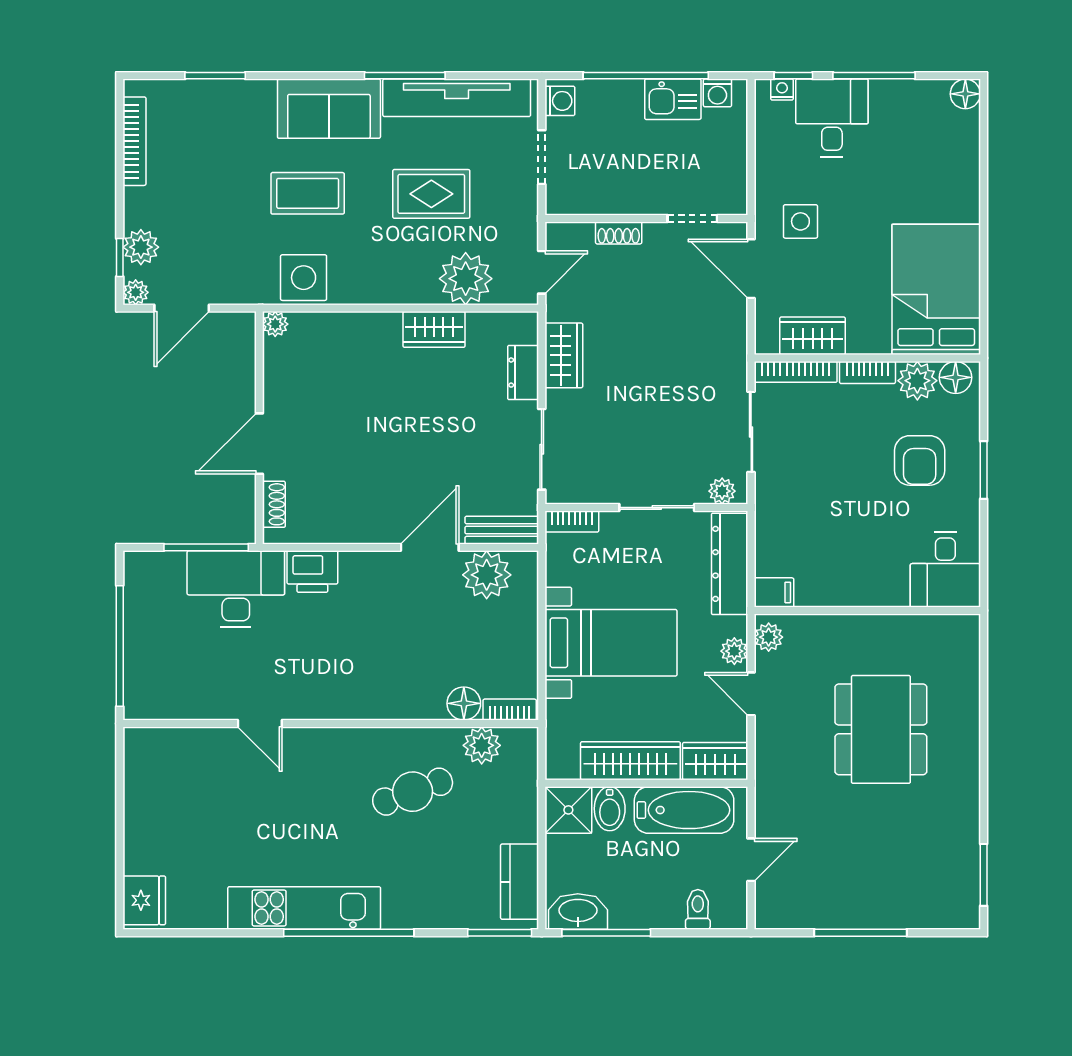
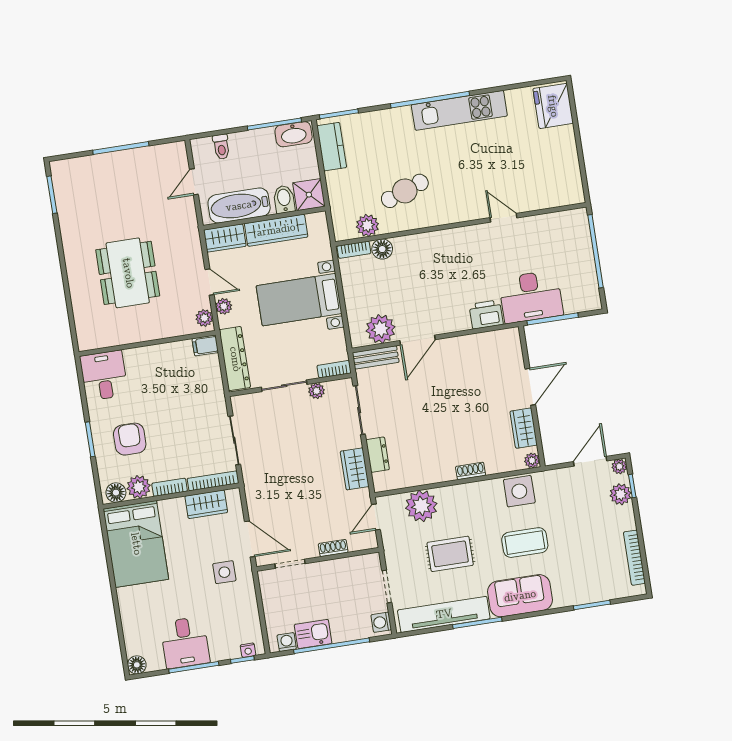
desk: (832, 118) -> (185, 643), moved
wardrobe: (434, 329) -> (524, 428), moved, turned -90
plant: (722, 491) -> (317, 391), moved
shoe rack: (274, 504) -> (471, 471), moved, turned 90
fridge: (144, 900) -> (553, 106), width x1.36, depth x1.34

